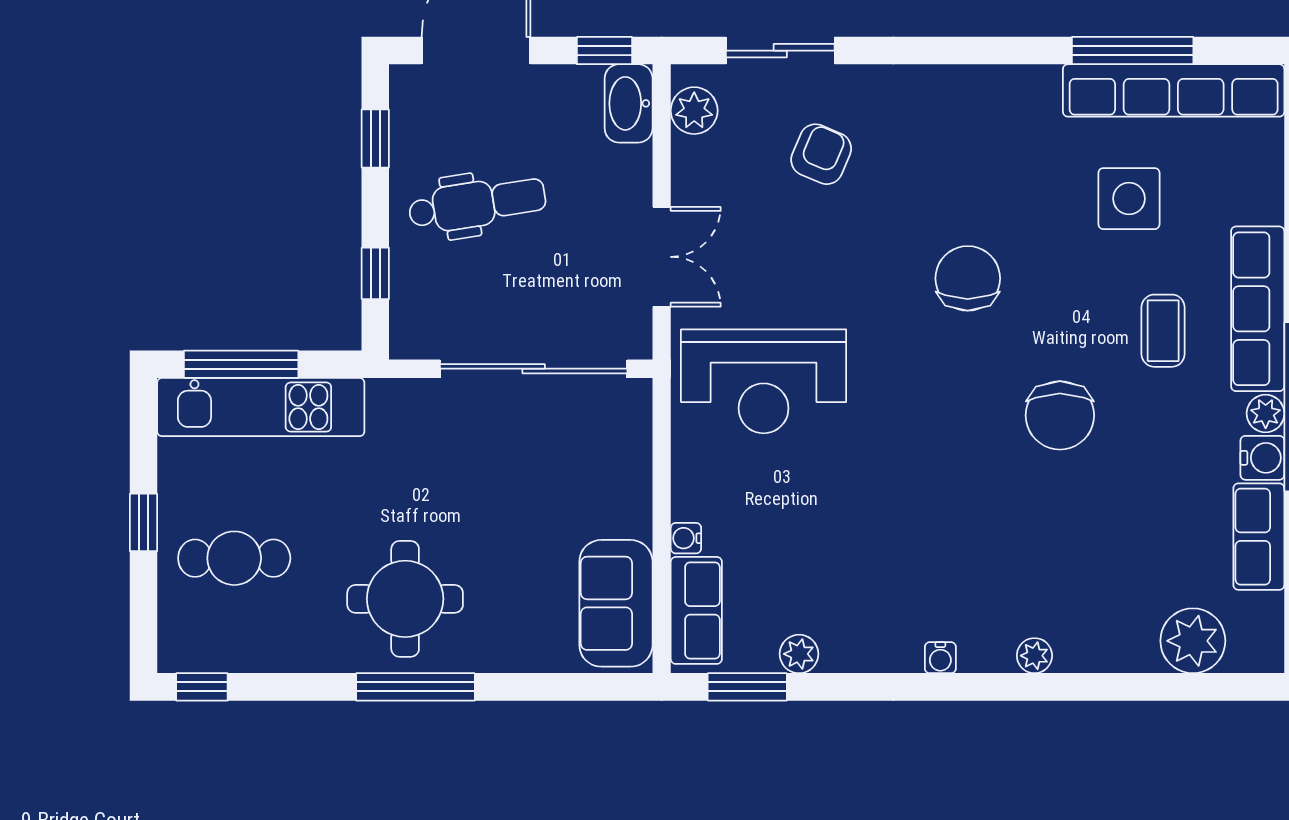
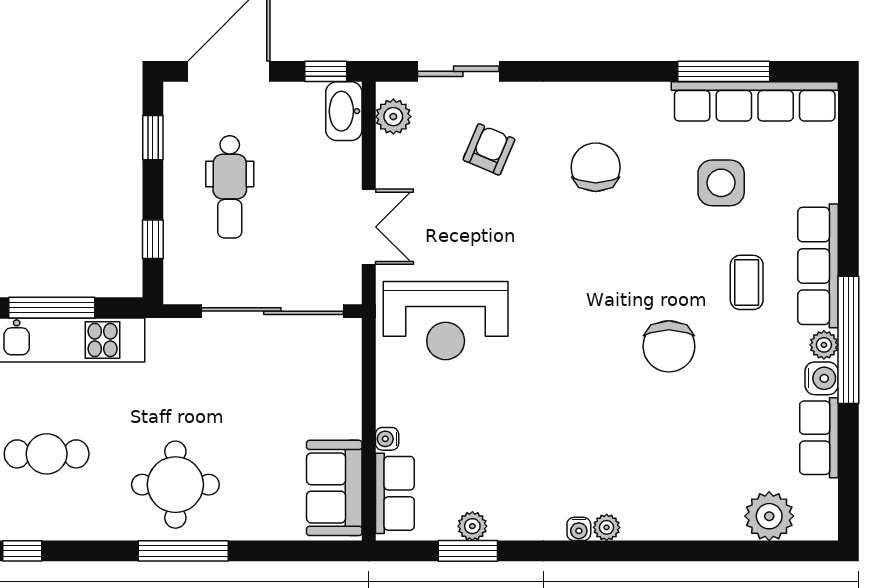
dental chair: (477, 204) -> (230, 187), turned 99
chair: (968, 278) -> (596, 167), moved
plant: (1034, 656) -> (607, 527), moved
window: (747, 687) -> (468, 551), moved

